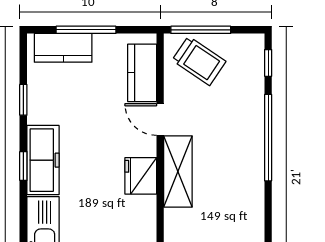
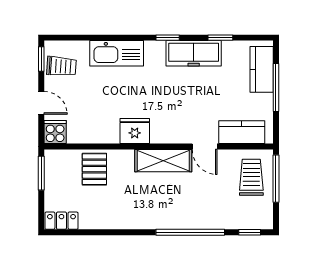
trolley: (199, 61) -> (251, 177), turned 146
door: (160, 119) -> (205, 146), swing flipped
freezer: (43, 160) -> (194, 53), moved
fridge: (141, 176) -> (135, 131), moved

